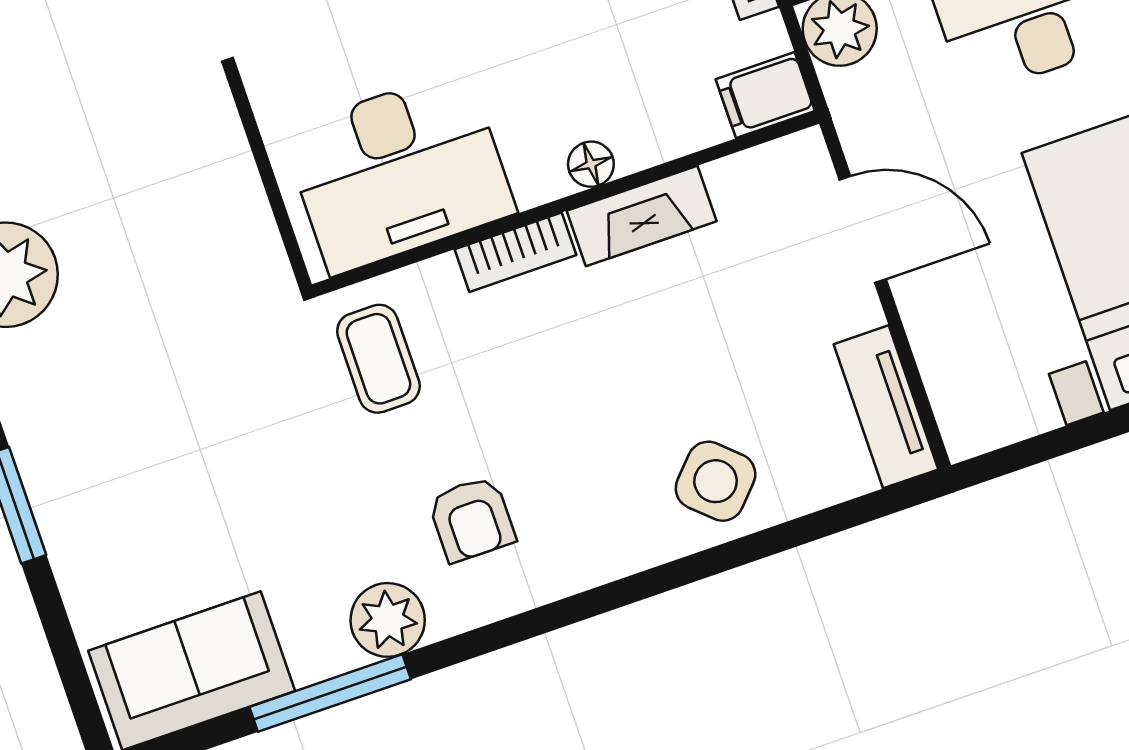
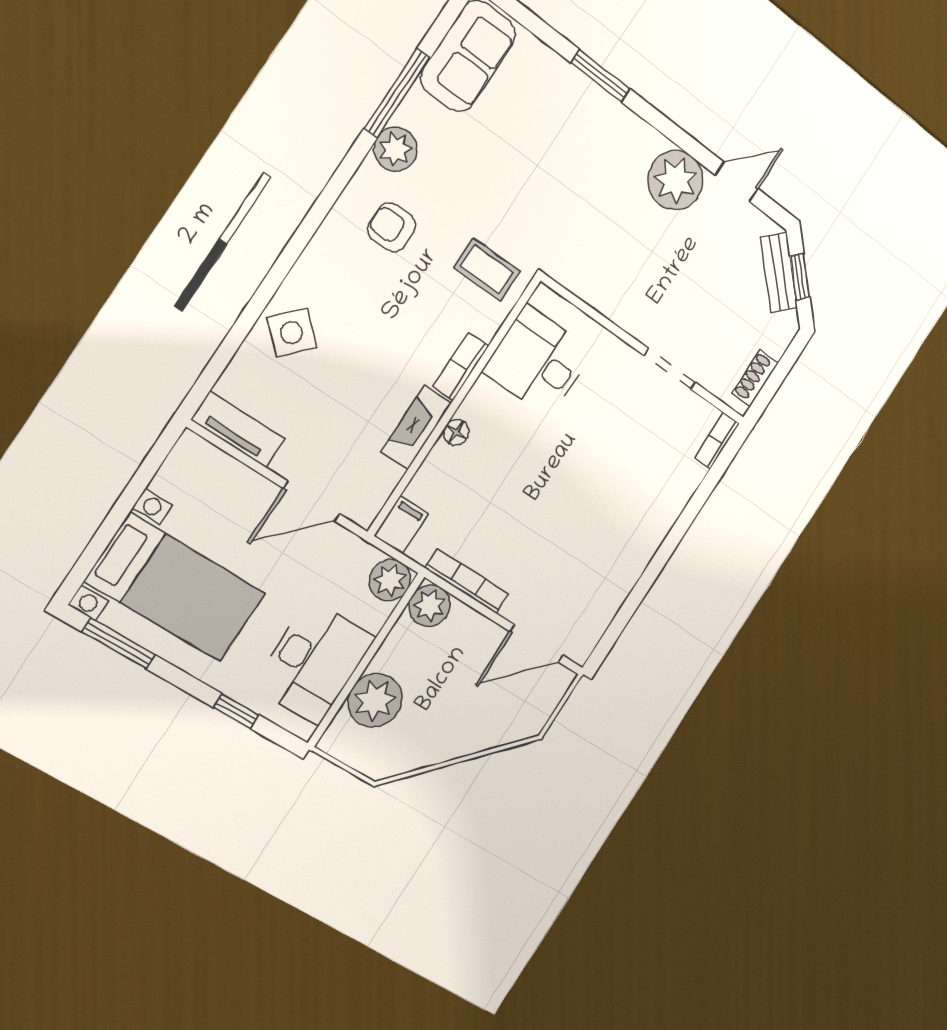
desk: (399, 172) -> (538, 361), width x0.73

